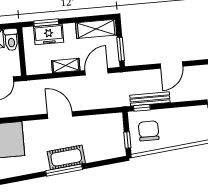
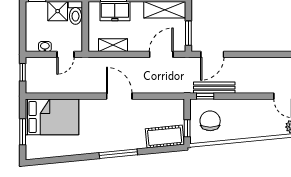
door: (172, 65) -> (212, 54), moved
shelving: (66, 66) -> (113, 45), moved
cot: (66, 157) -> (165, 137), moved

